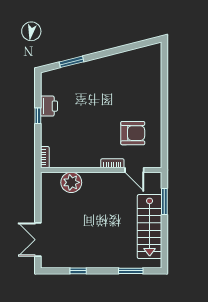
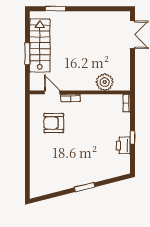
window: (72, 62) -> (85, 187), moved
window: (164, 202) -> (27, 53), moved
window: (78, 271) -> (99, 9), removed

